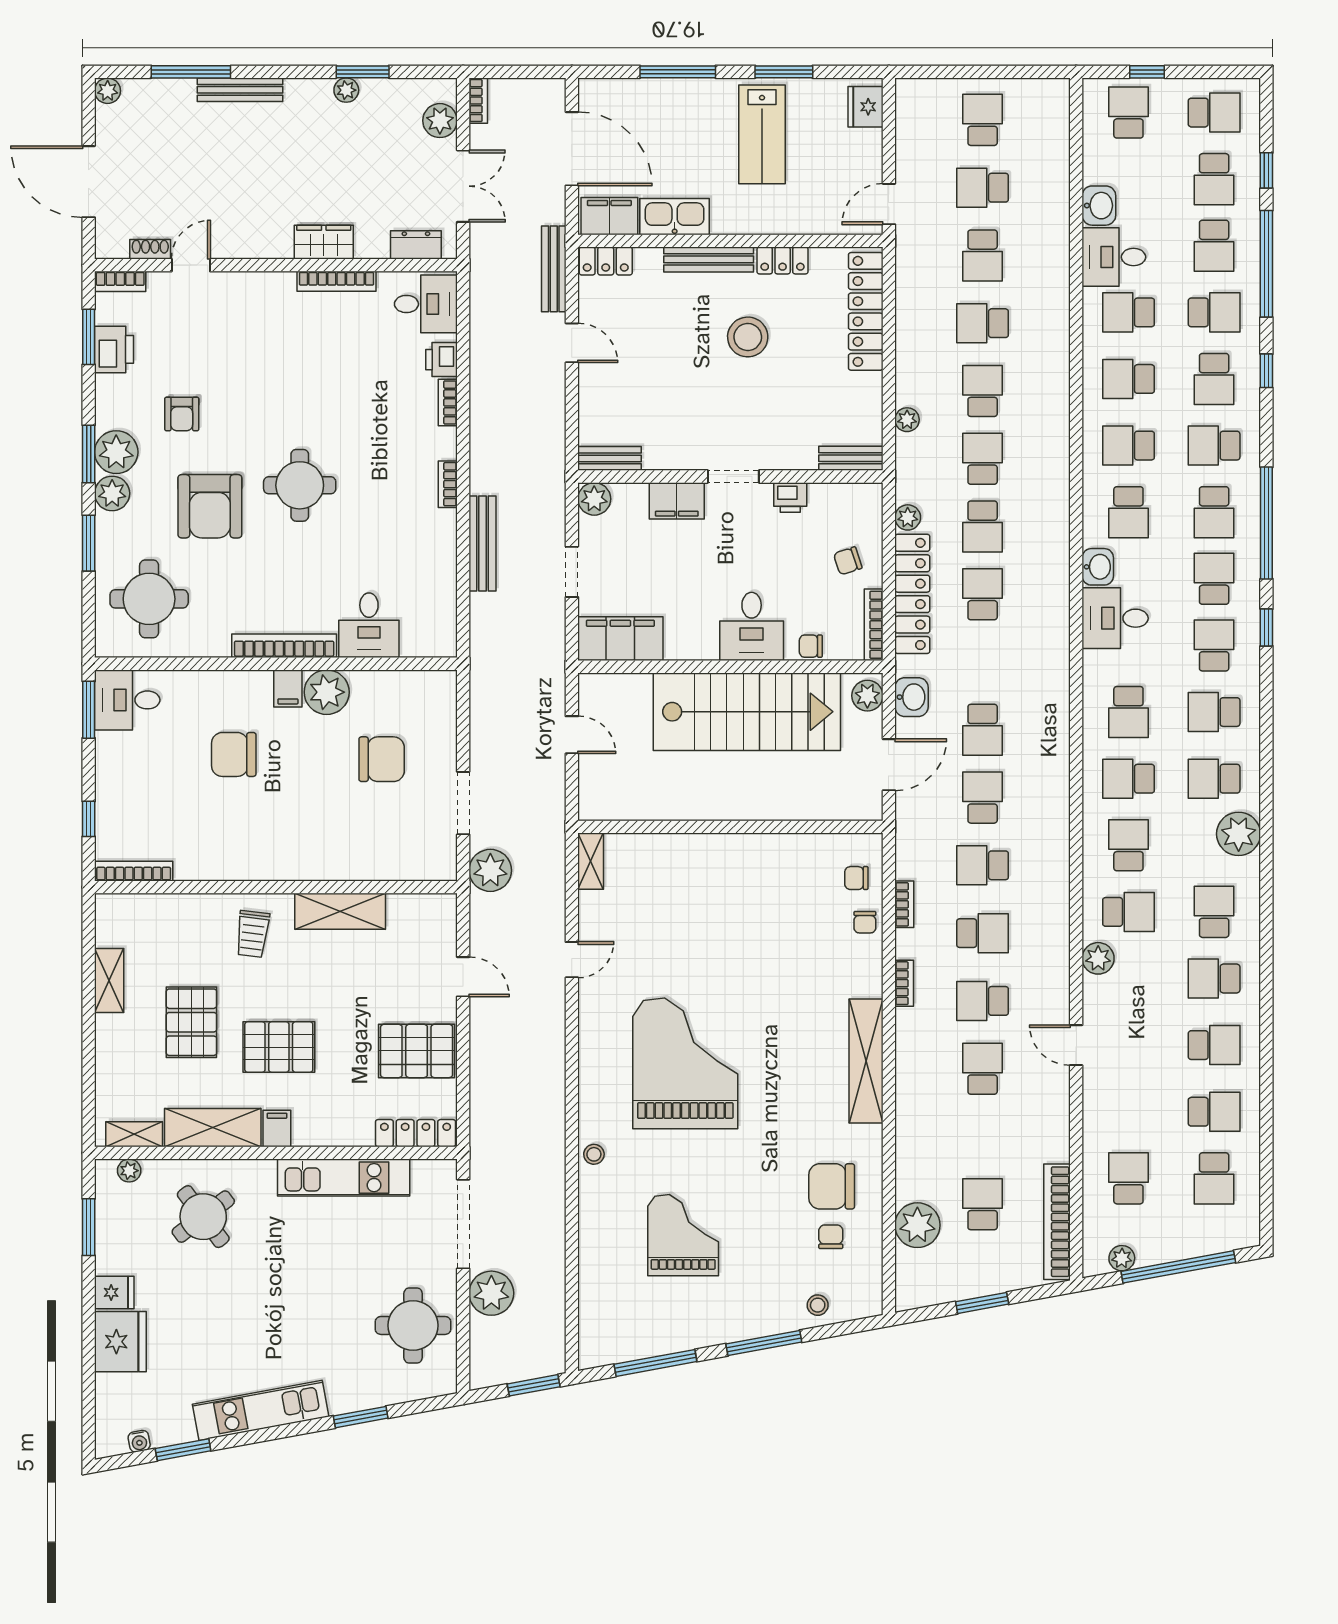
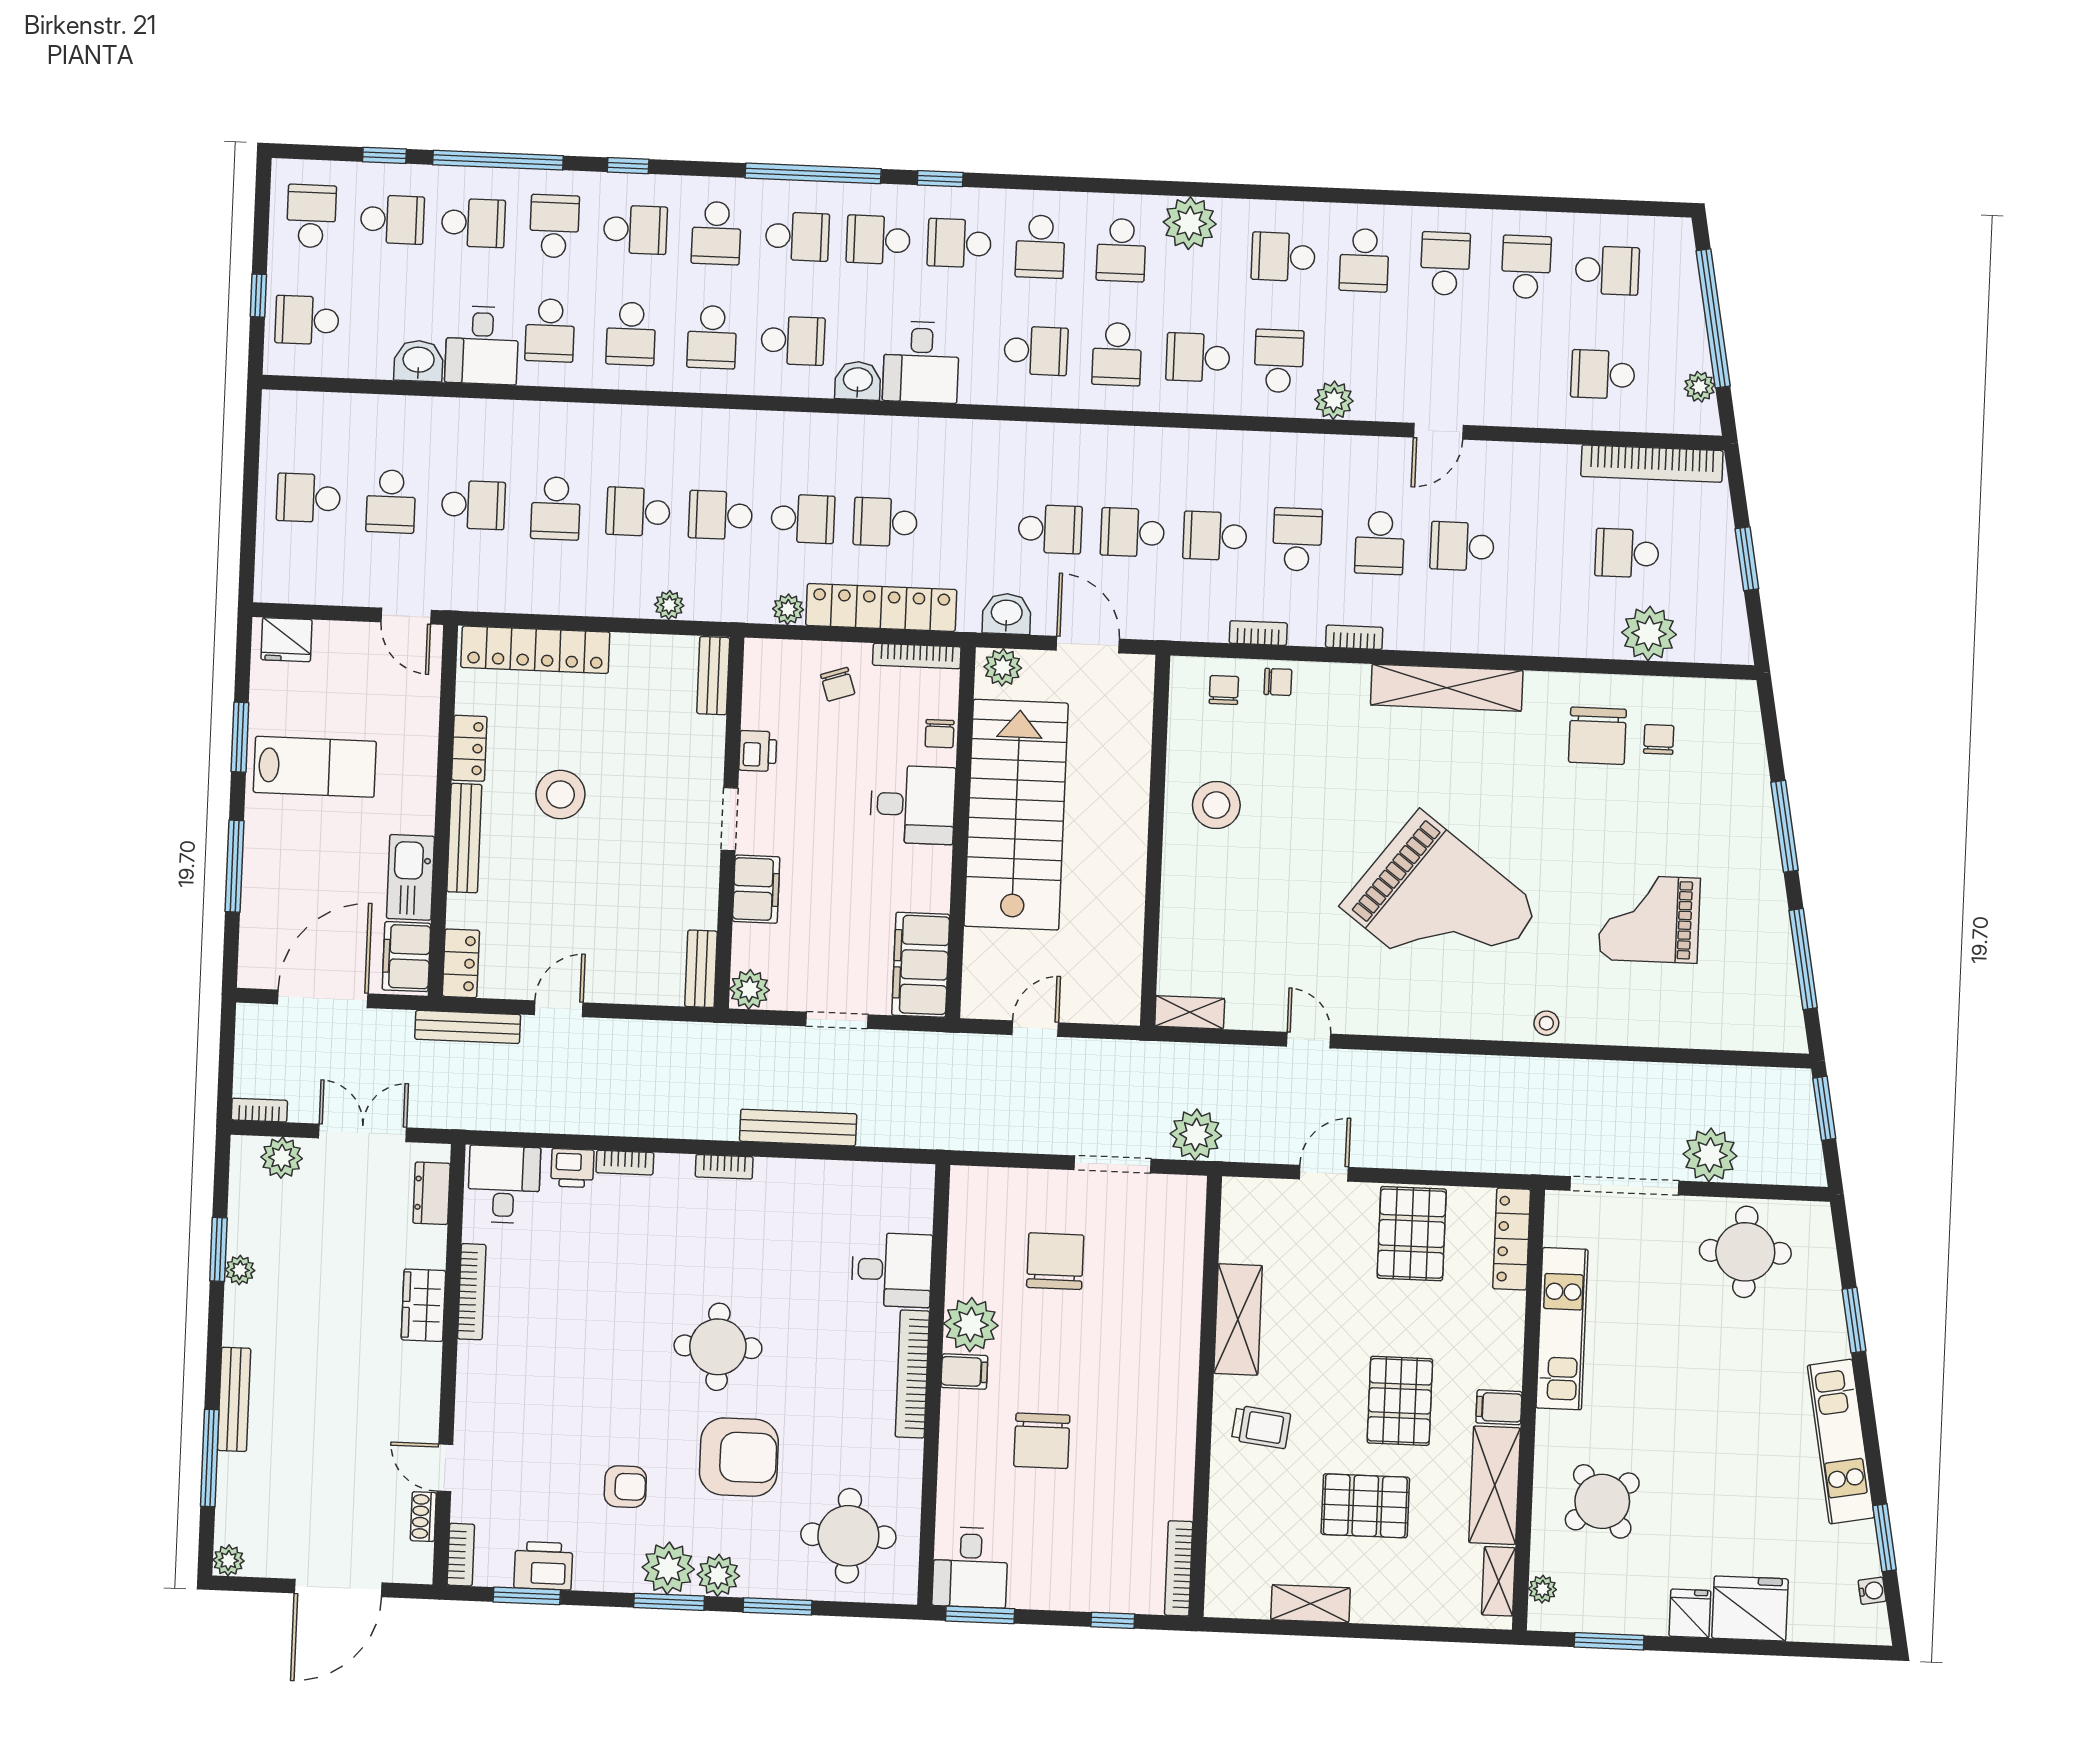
school desk: (983, 865) -> (1215, 536), turned 90
chair: (856, 878) -> (1224, 690), turned 180
grand piano: (685, 1063) -> (1440, 907), turned -143
chair: (831, 1237) -> (1659, 739), turned 90
stool: (818, 1305) -> (1216, 805), moved, width x1.89, depth x1.89

